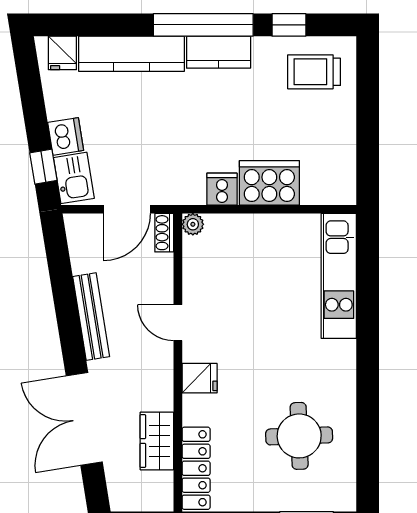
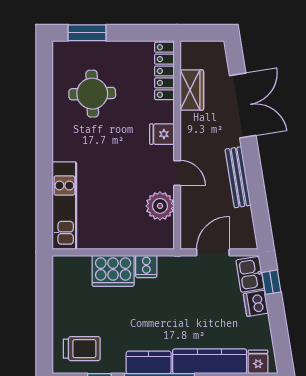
plant: (193, 224) -> (160, 206), moved, width x1.88, depth x1.88
shoe rack: (164, 233) -> (187, 236), removed

